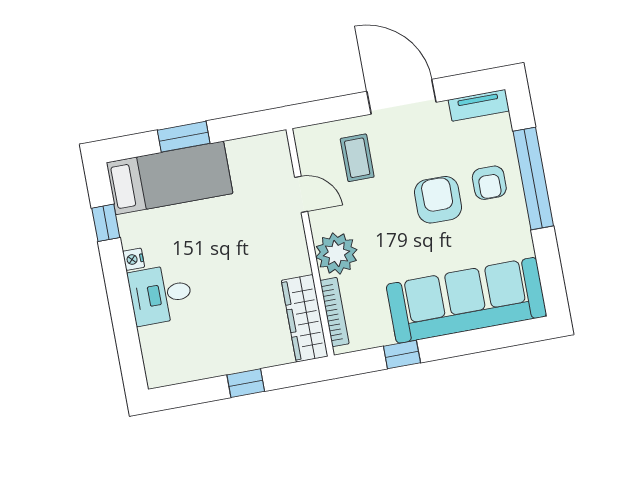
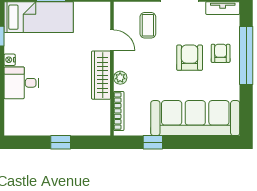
armchair: (489, 183) -> (221, 53), turned 180
plant: (336, 253) -> (120, 78), width x0.53, depth x0.53
wardrobe: (305, 318) -> (101, 75), moved

